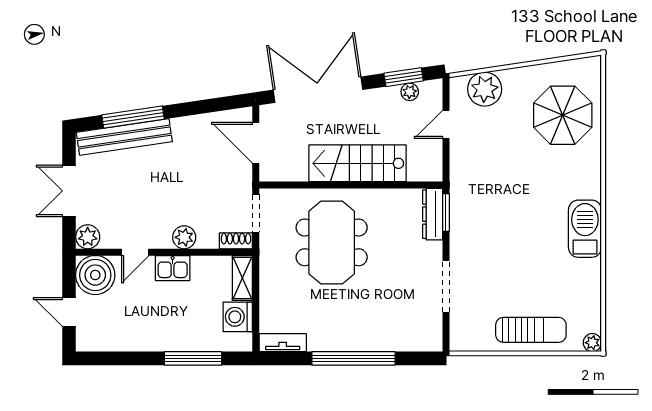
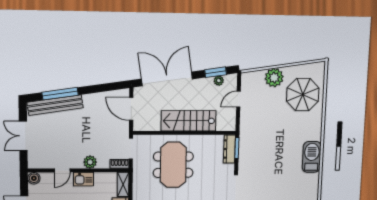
plant: (485, 89) -> (274, 78), moved
plant: (88, 237) -> (35, 162), removed
boiler: (95, 275) -> (34, 178), width x0.54, depth x0.54

